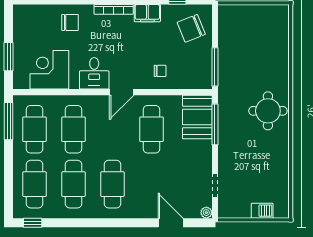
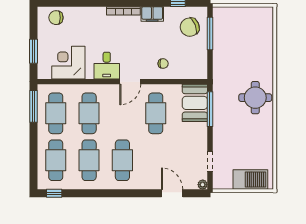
chair: (70, 22) -> (56, 18), moved, turned 180
window: (215, 67) -> (210, 34), moved
barbecue: (262, 211) -> (250, 179), width x1.88, depth x1.53

